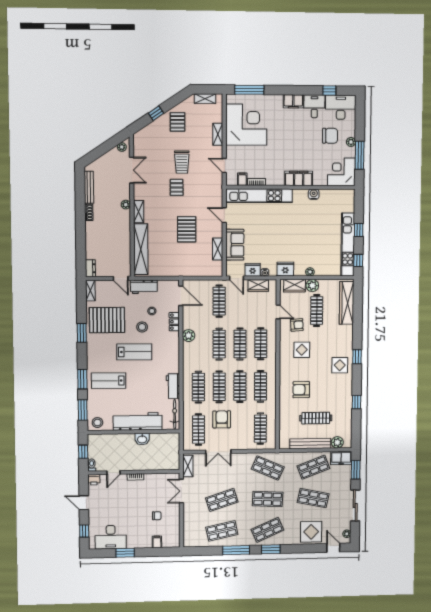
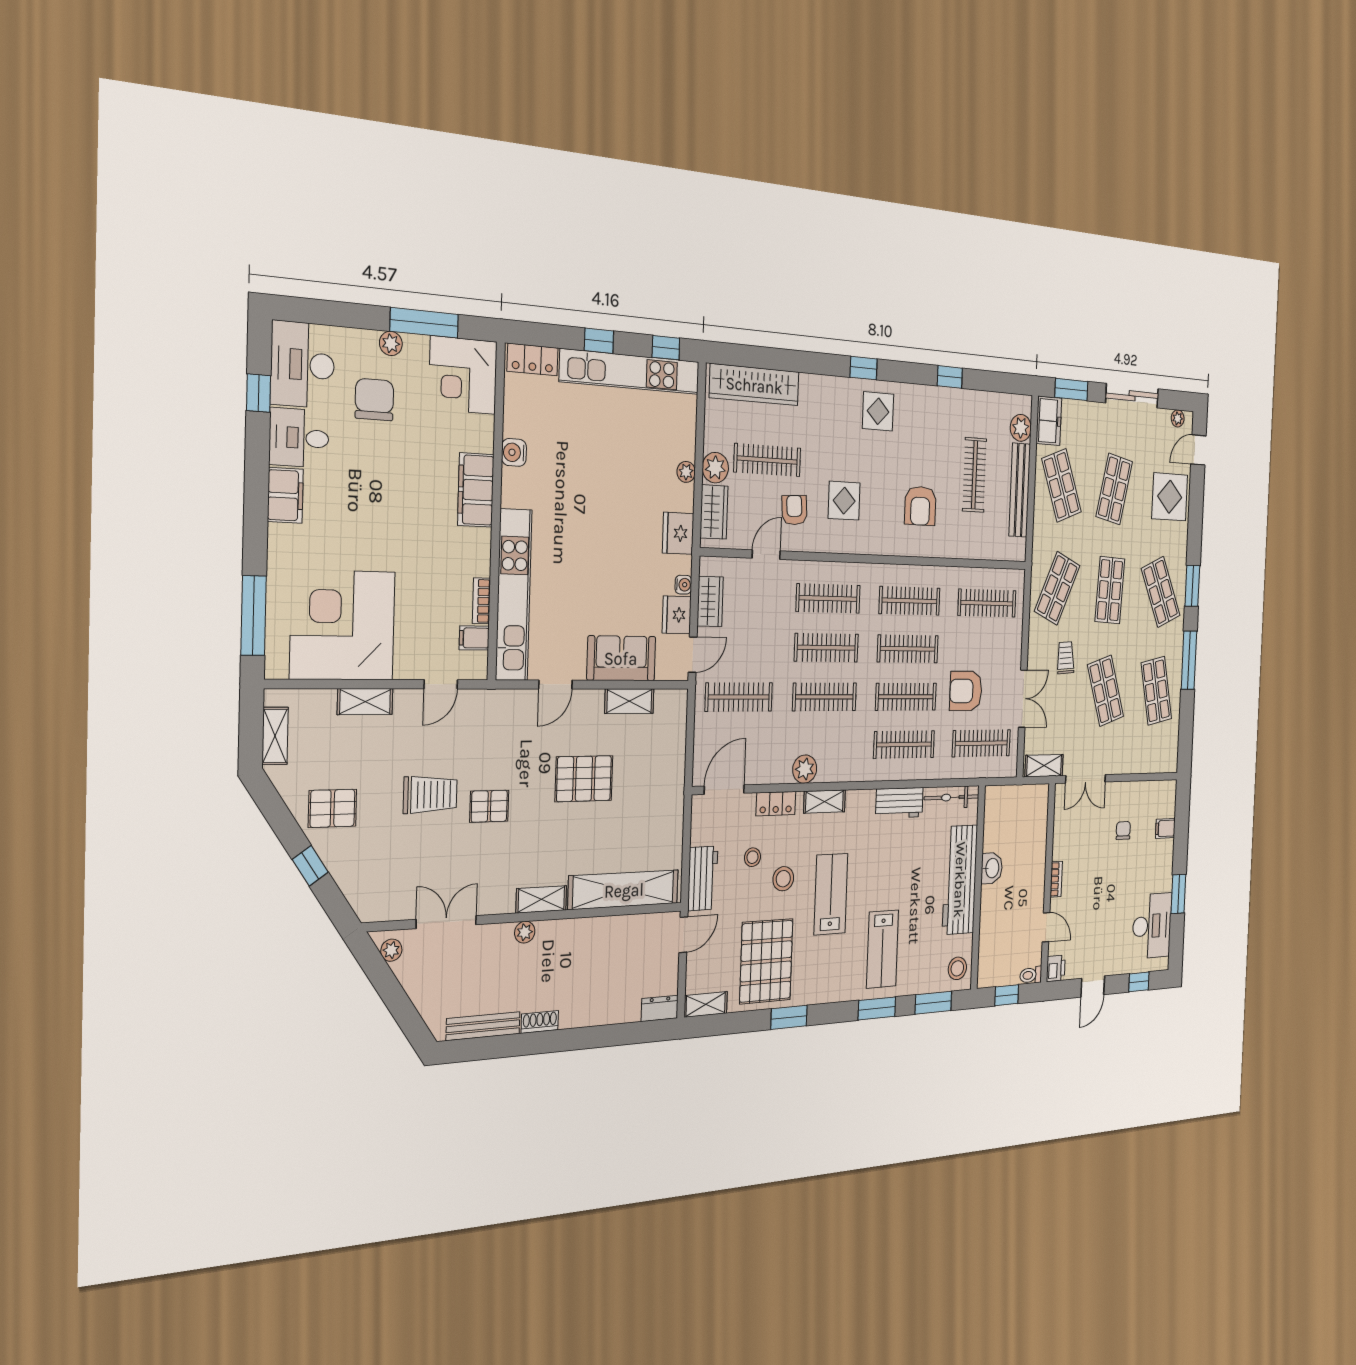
locker: (349, 201) -> (533, 360), added
shelving: (175, 346) -> (824, 802), added
trolley: (237, 475) -> (1066, 658), added

